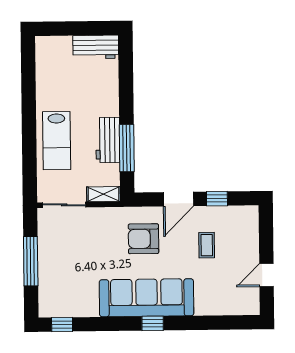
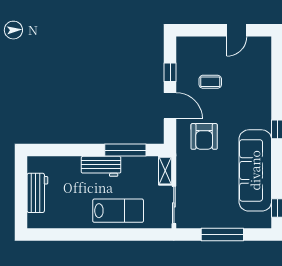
workbench: (96, 47) -> (37, 193), moved
workbench: (108, 140) -> (101, 166), moved
door: (266, 275) -> (237, 30), hinge flipped
sofa: (147, 298) -> (255, 170), moved

